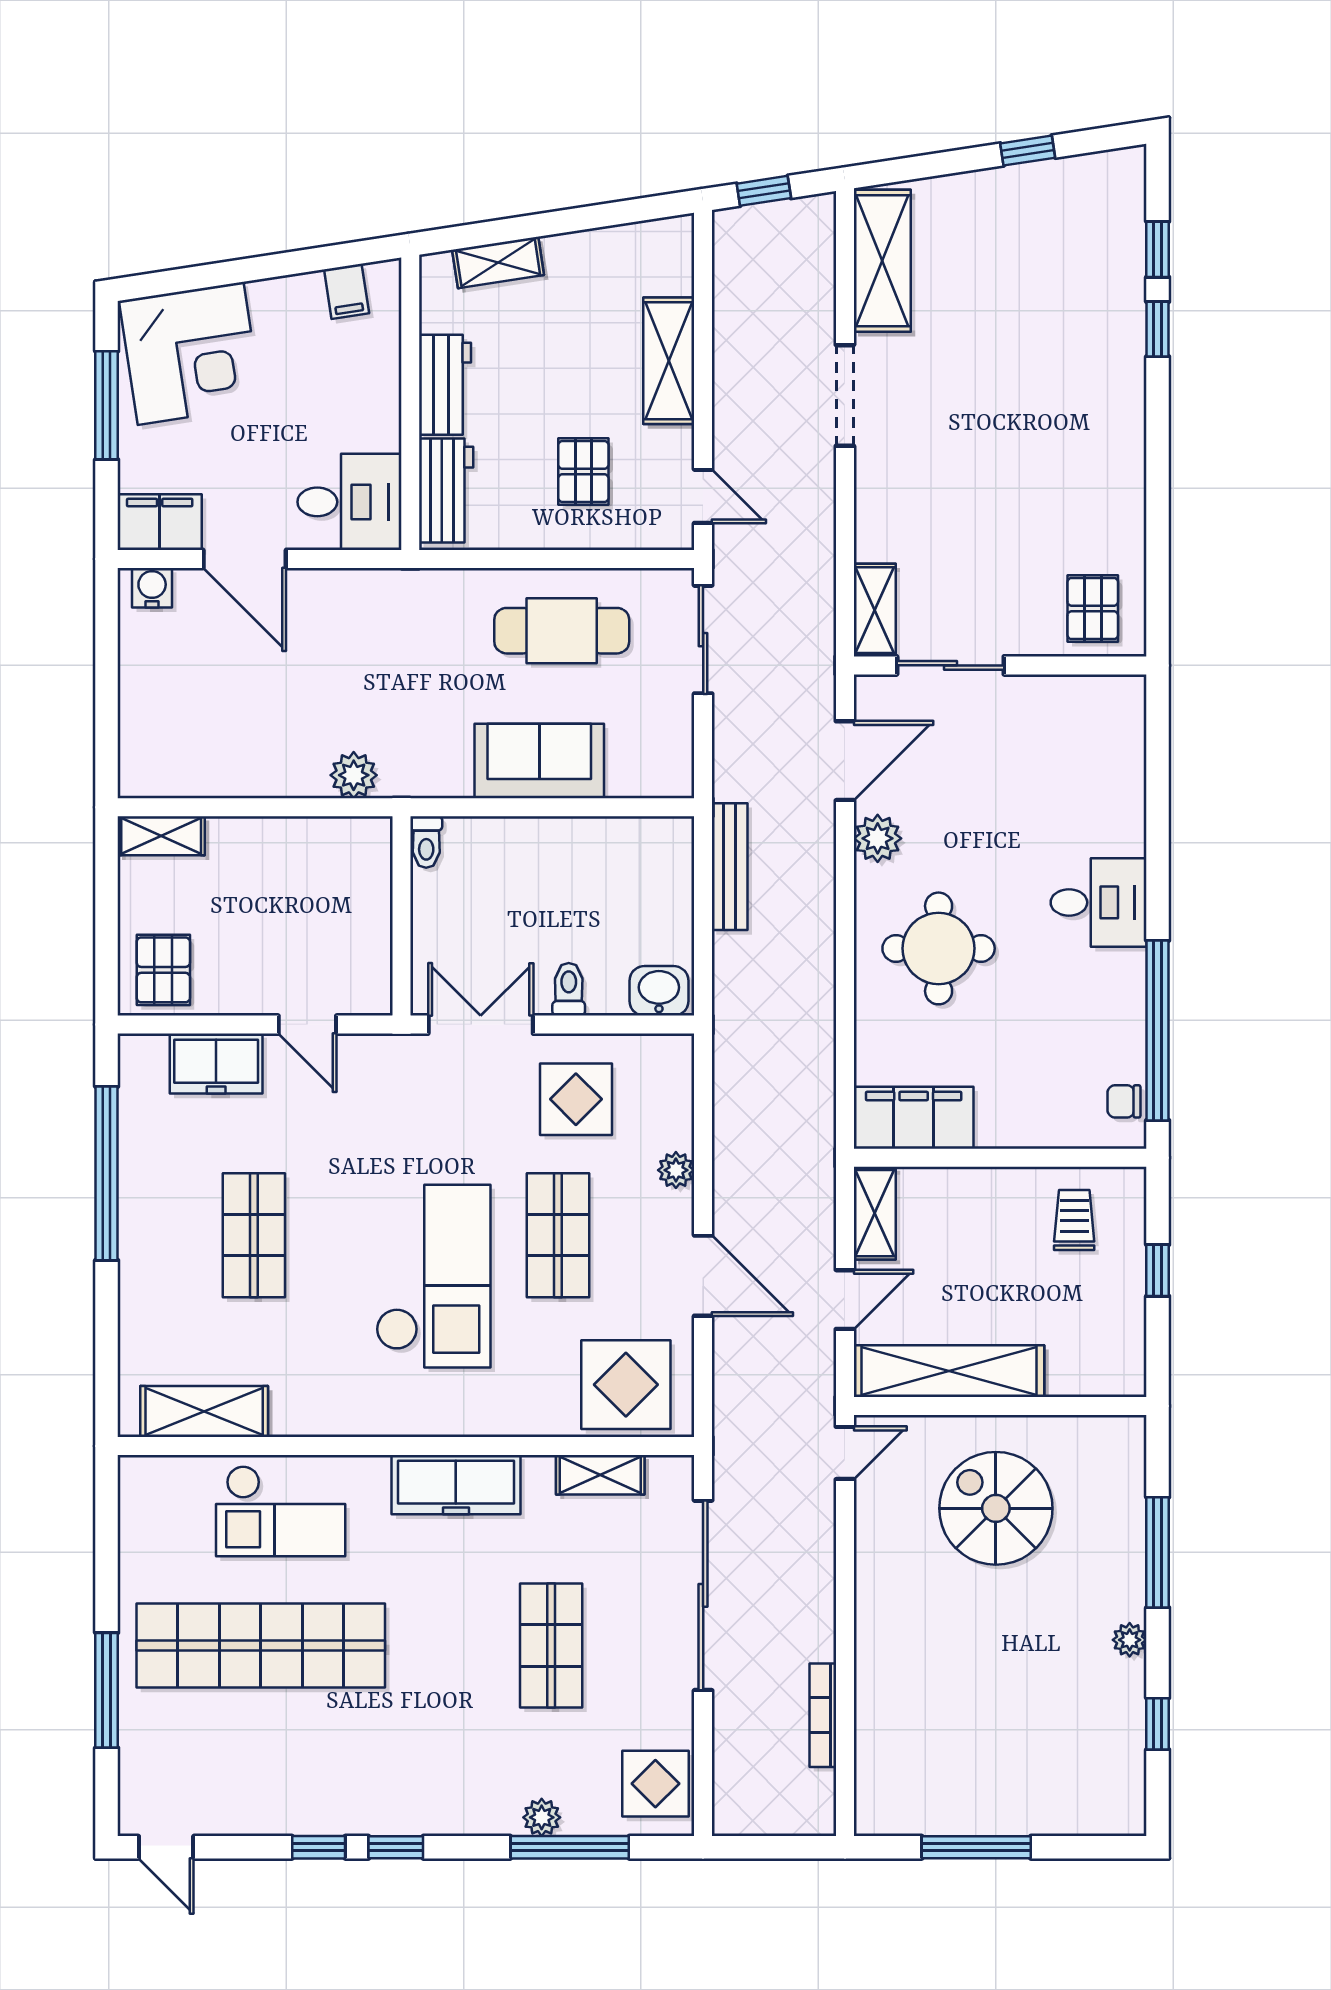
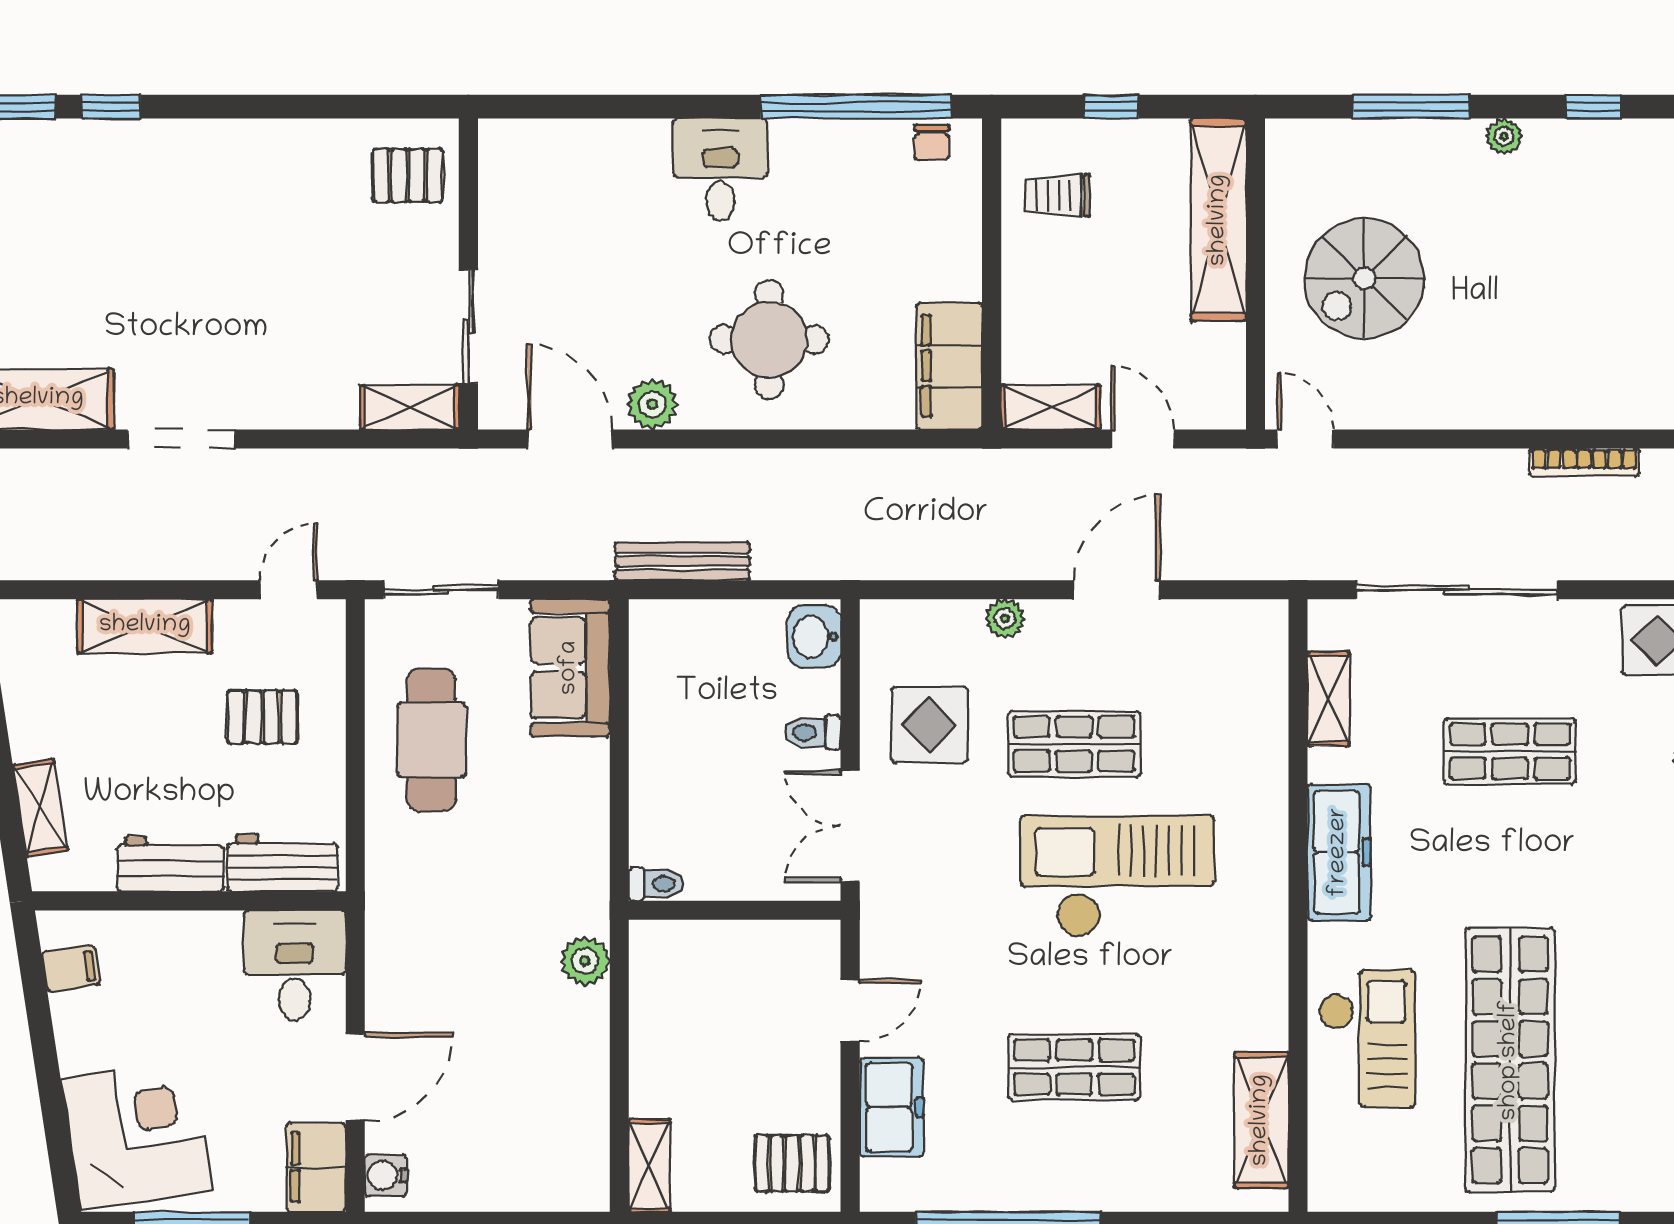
sofa: (539, 761) -> (570, 668), moved
shelving: (949, 1371) -> (1219, 220), moved
display table: (626, 1385) -> (1233, 672), removed

